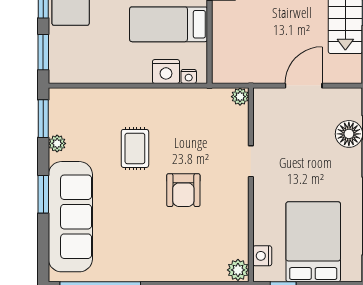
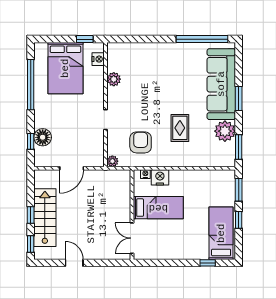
plant: (57, 143) -> (225, 131), width x1.87, depth x1.87
armchair: (183, 190) -> (141, 142), moved
plant: (238, 270) -> (114, 79), moved

